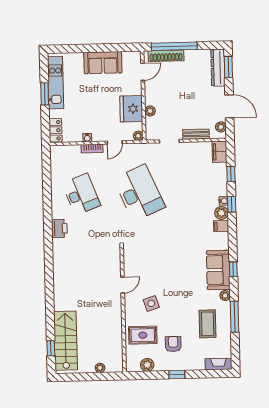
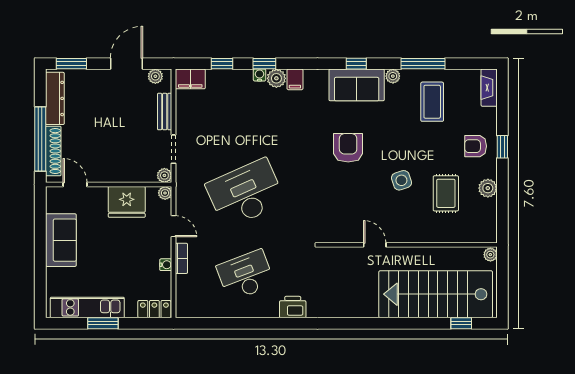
dresser: (218, 68) -> (55, 98), moved, turned -90
plant: (150, 111) -> (164, 175), moved
armchair: (173, 265) -> (348, 148), added
door: (123, 285) -> (375, 245), moved
wall: (123, 309) -> (408, 245), moved
coffee table: (208, 324) -> (432, 102), turned 90
stairs: (66, 341) -> (436, 294), width x1.36, depth x1.51
armchair: (173, 344) -> (476, 146), moved

